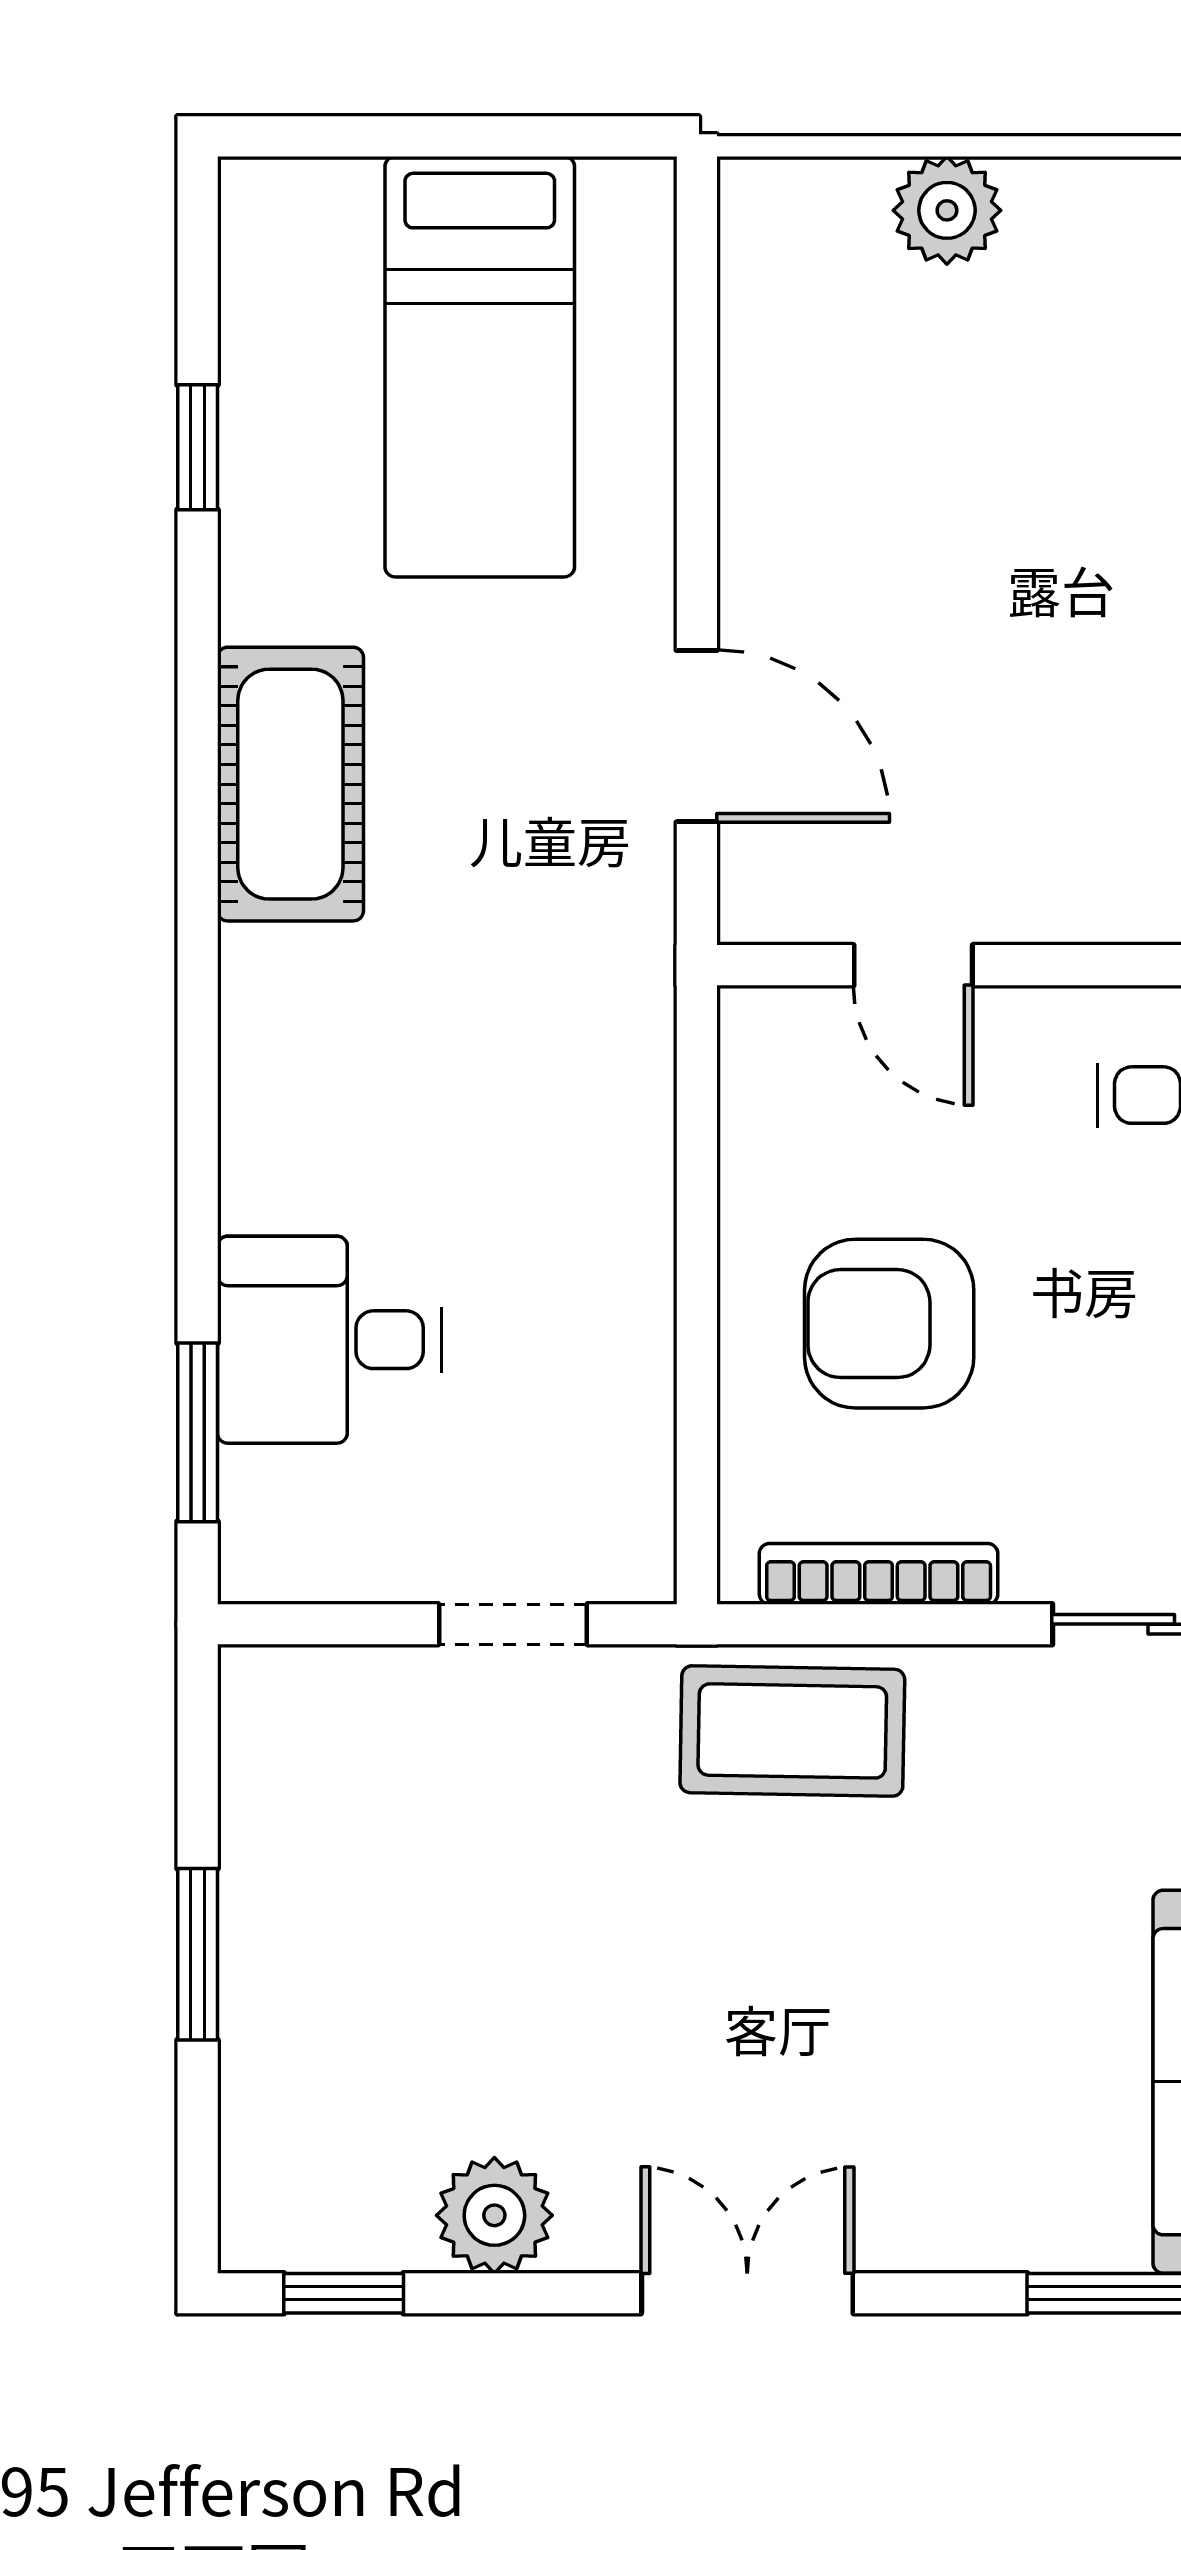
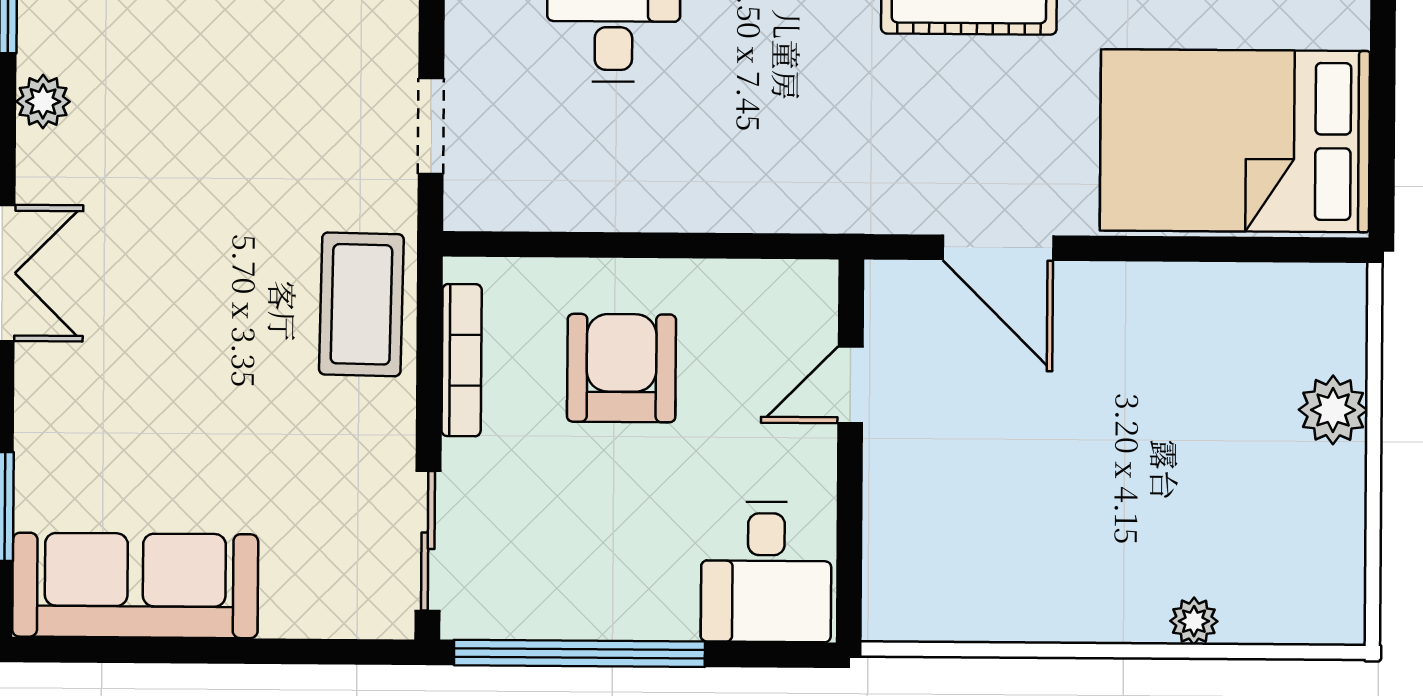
bed: (480, 367) -> (1235, 141), width x1.50
door: (697, 736) -> (998, 248), hinge flipped
plant: (494, 2215) -> (43, 101), width x0.73, depth x0.73

